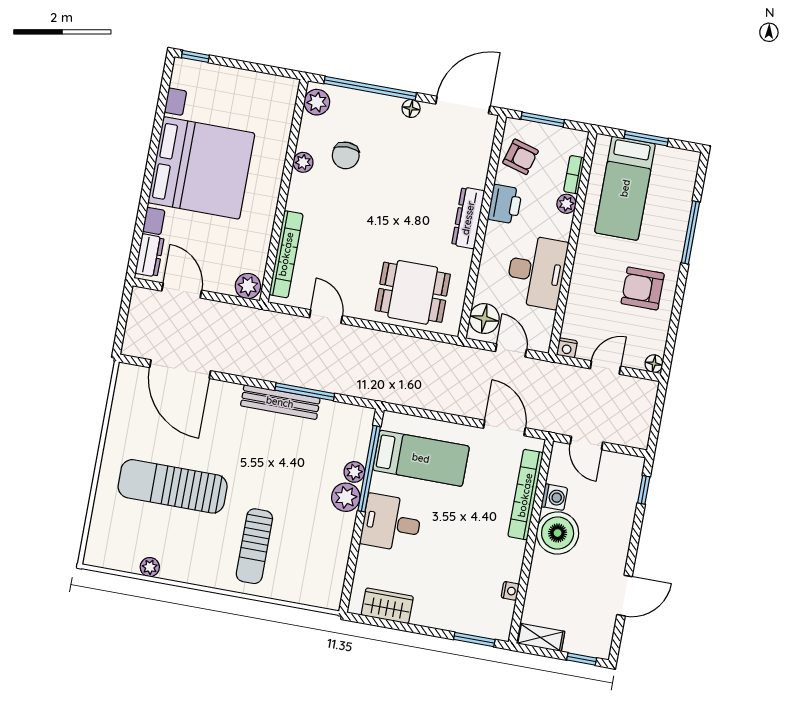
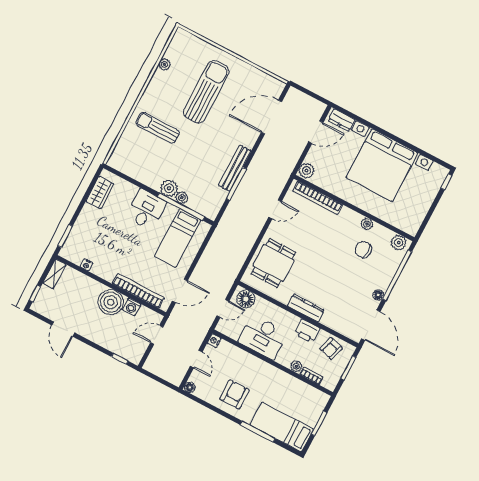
bed: (625, 188) -> (282, 427), moved

